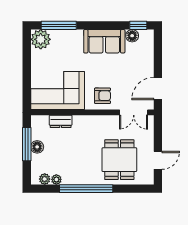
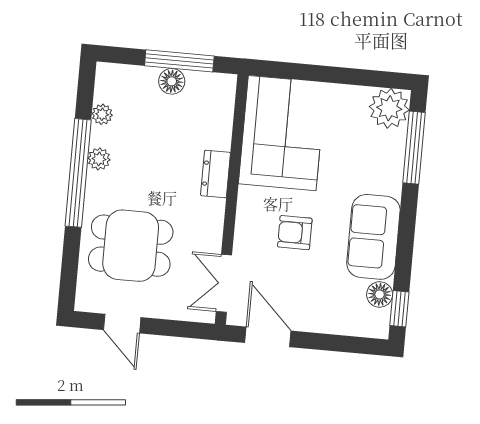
armchair: (103, 96) -> (295, 233), moved, turned 90
dresser: (61, 121) -> (216, 174), moved
plant: (45, 179) -> (99, 159), moved

